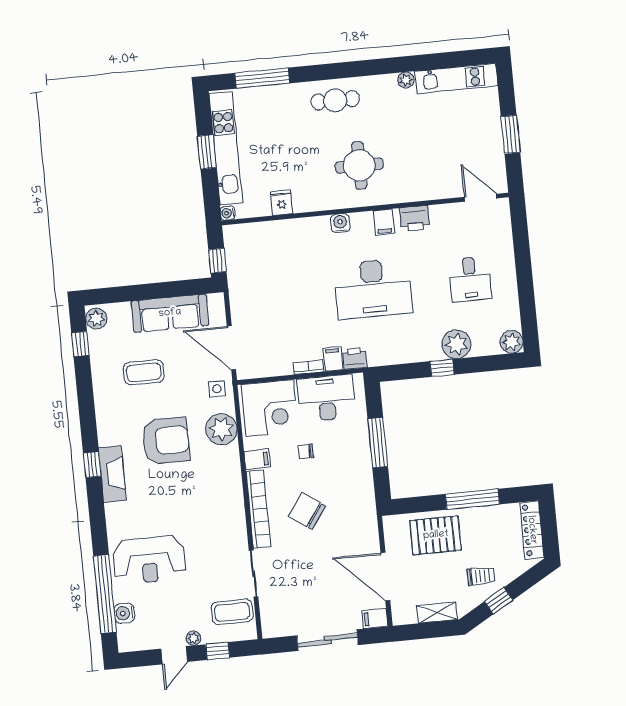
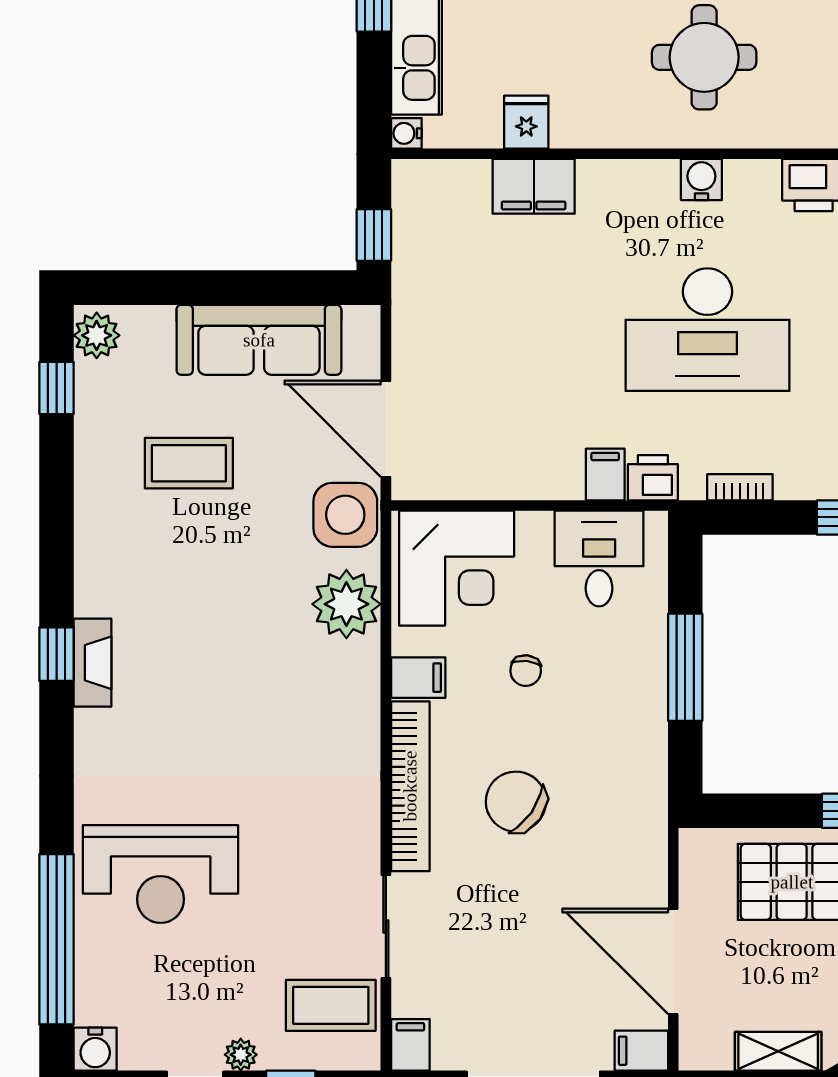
filing cabinet: (384, 222) -> (534, 186), moved, width x2.00
water cooler: (340, 223) -> (701, 179), moved
bookcase: (308, 367) -> (740, 487), moved
side table: (217, 389) -> (345, 515), width x1.87, depth x1.87
desk: (326, 398) -> (599, 559), width x0.73
armchair: (166, 441) -> (223, 617), removed
chair: (306, 451) -> (526, 671), turned -84
fireplace: (112, 474) -> (92, 663), width x0.73, depth x0.76
water cooler: (124, 613) -> (95, 1049), moved, turned -90
filing cabinet: (270, 626) -> (410, 1045), added

